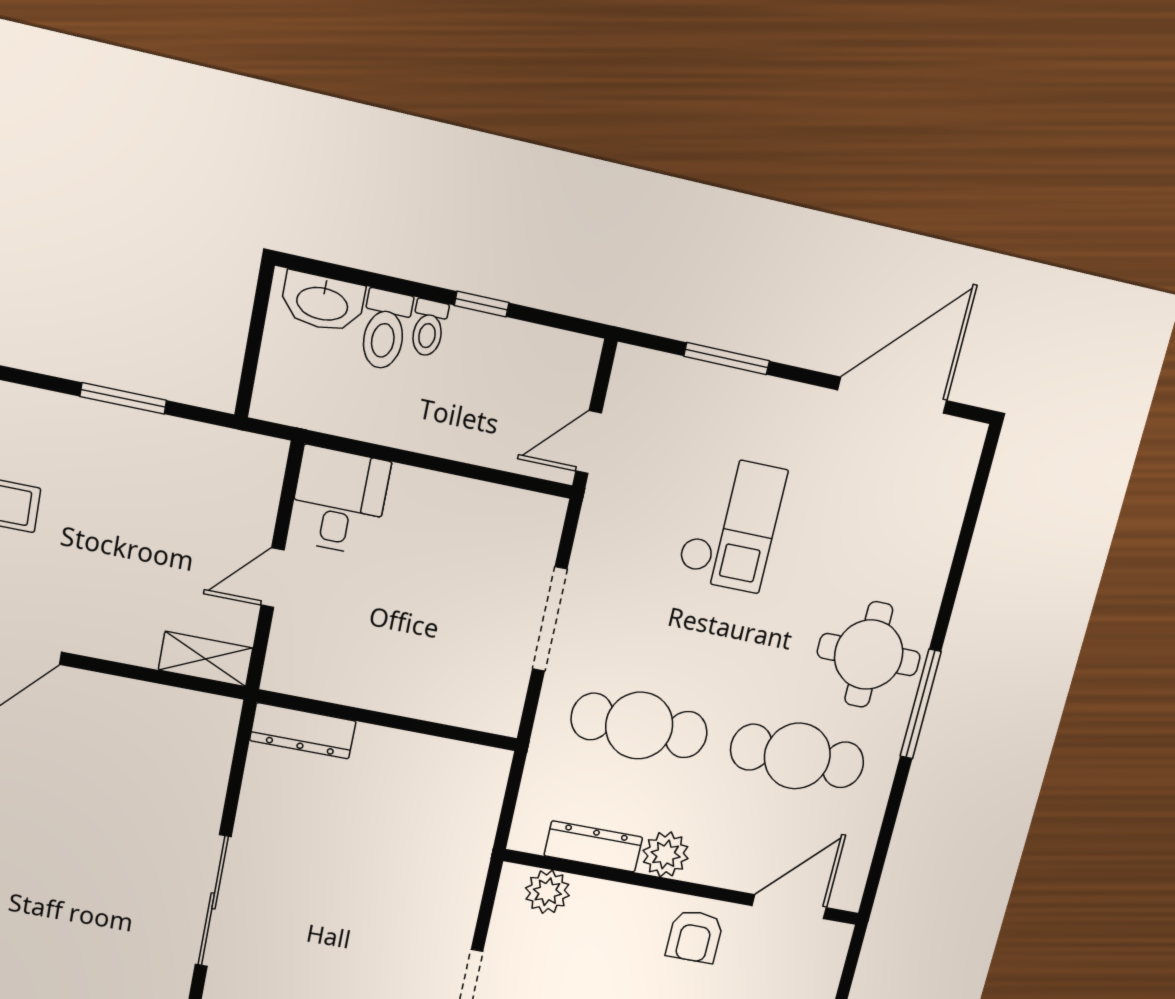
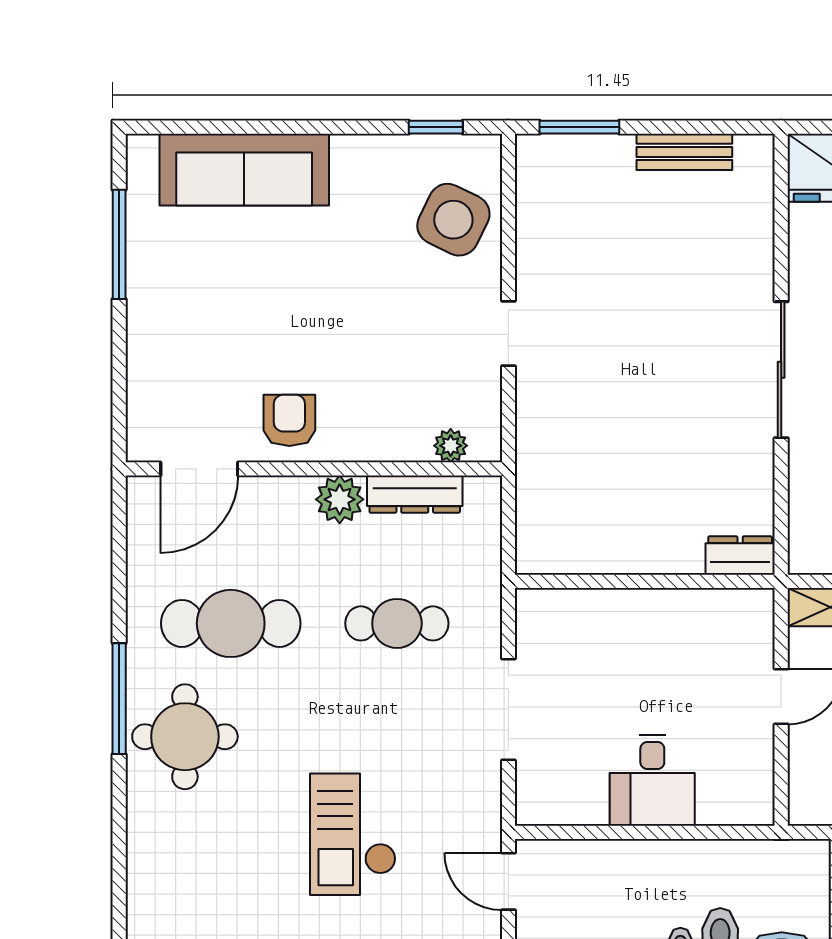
door: (589, 442) -> (508, 881), swing flipped
desk: (339, 501) -> (652, 780), moved
cafe table: (639, 726) -> (397, 623), width x0.73, depth x0.74
dresser: (303, 731) -> (740, 556), width x0.70
plant: (547, 892) -> (451, 446), width x0.73, depth x0.73

